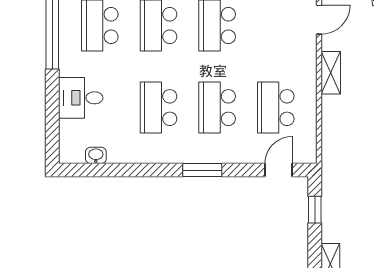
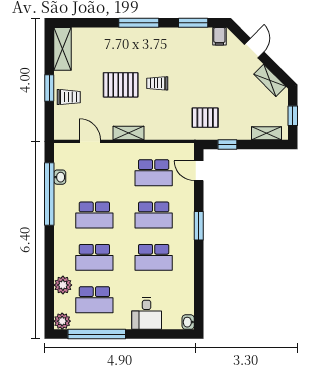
washbasin: (96, 155) -> (188, 322), moved
pallet: (352, 179) -> (205, 118), added

